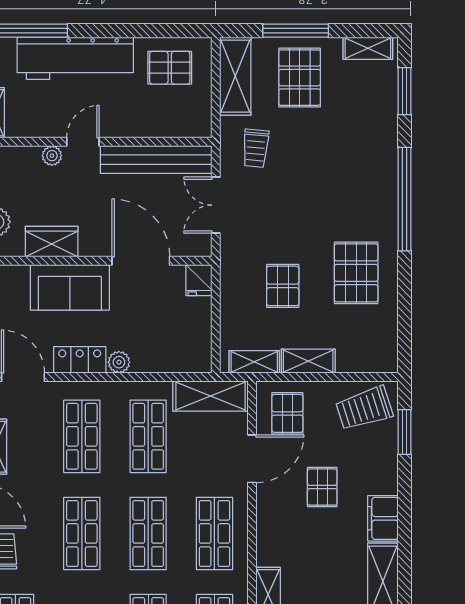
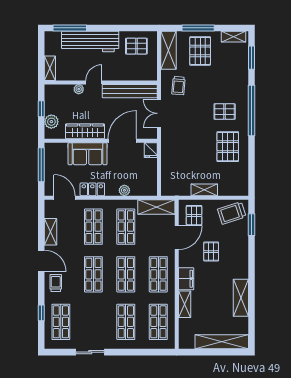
wardrobe: (52, 242) -> (85, 131), width x1.50
door: (141, 261) -> (122, 141), hinge flipped
pallet: (283, 286) -> (225, 112), moved, turned 90
plant: (119, 362) -> (124, 190), moved
shelving: (254, 362) -> (178, 190), removed
filing cabinet: (383, 518) -> (186, 279), moved, turned 180

